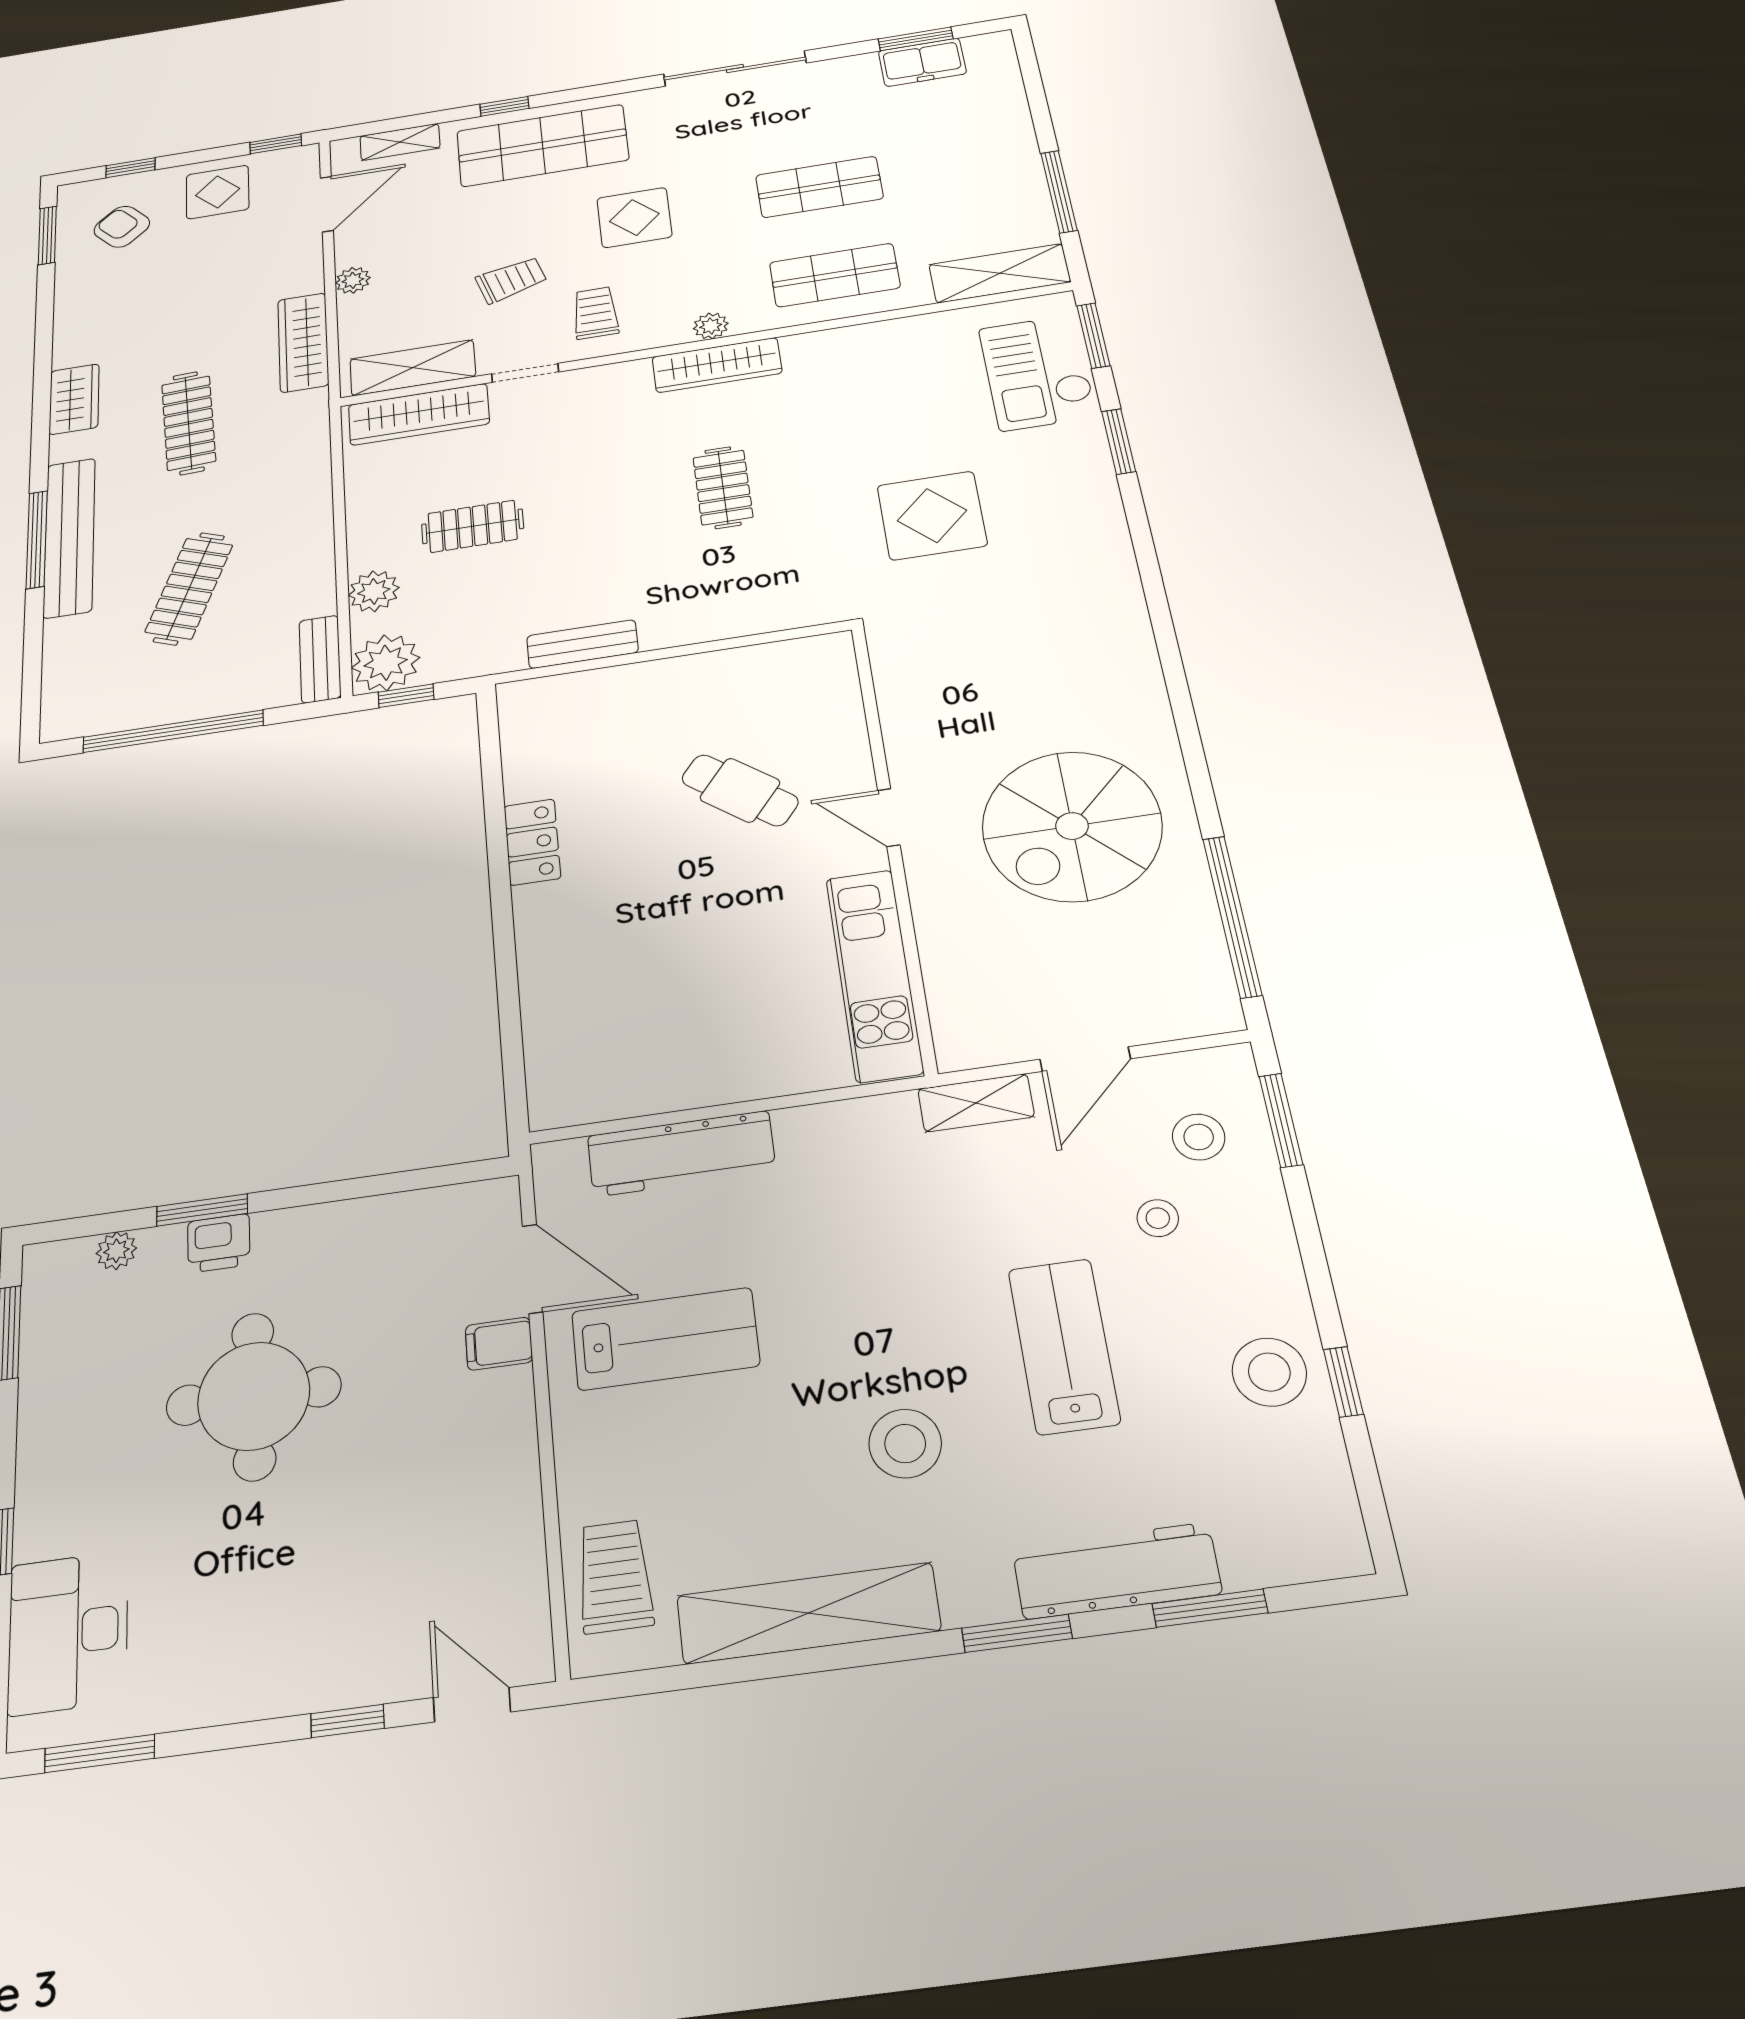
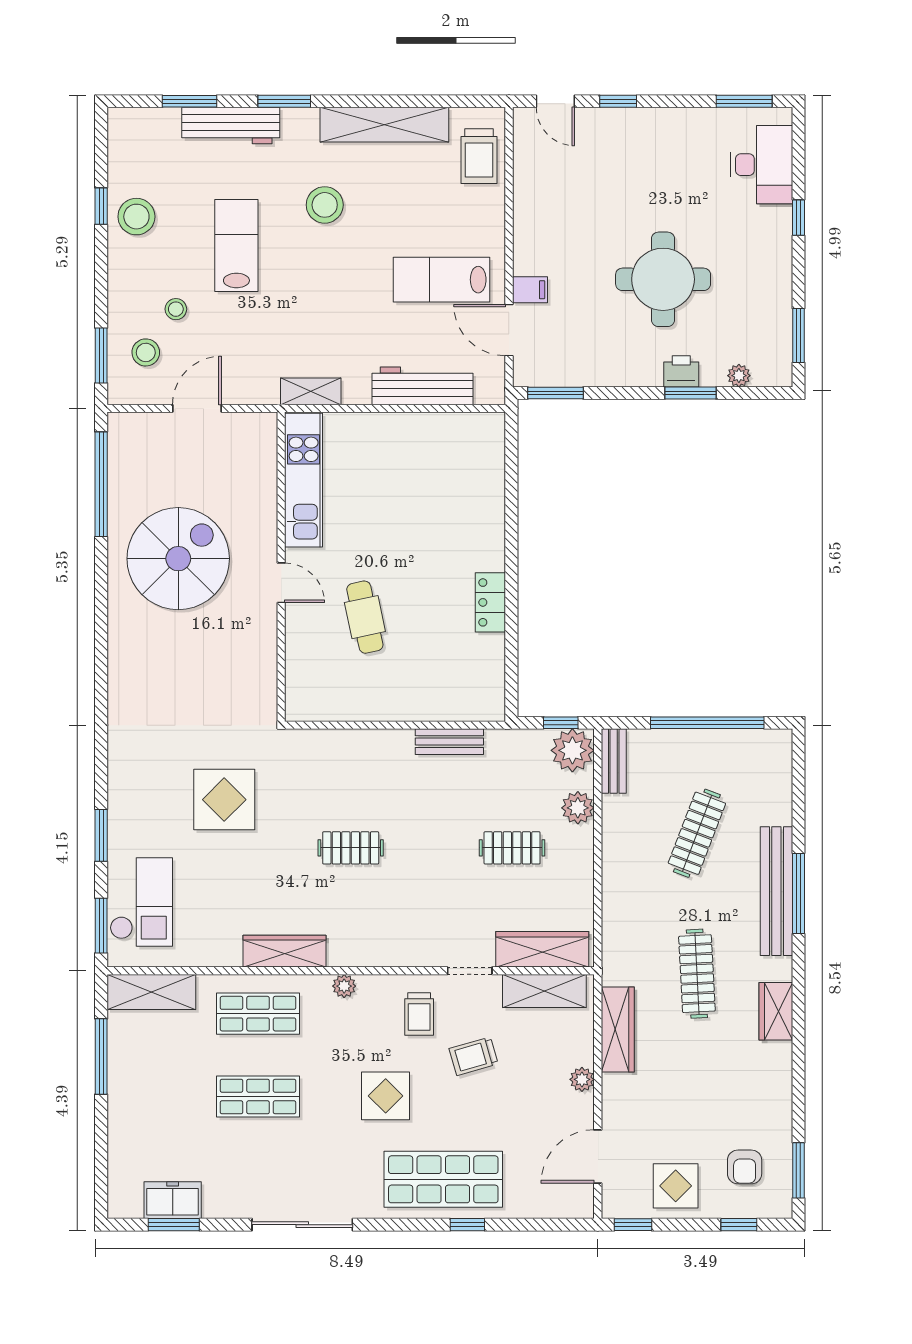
shelving: (400, 142) -> (544, 1206), removed
armchair: (122, 227) -> (745, 1167), turned 42
wardrobe: (717, 365) -> (284, 951), moved
clothes rail: (723, 487) -> (351, 848), turned 90
cafe table: (740, 790) -> (365, 617), turned 40
shelving: (976, 1103) -> (311, 391), moved
window: (442, 1176) -> (555, 393), added
lab bench: (1064, 1346) -> (236, 245), turned 180

